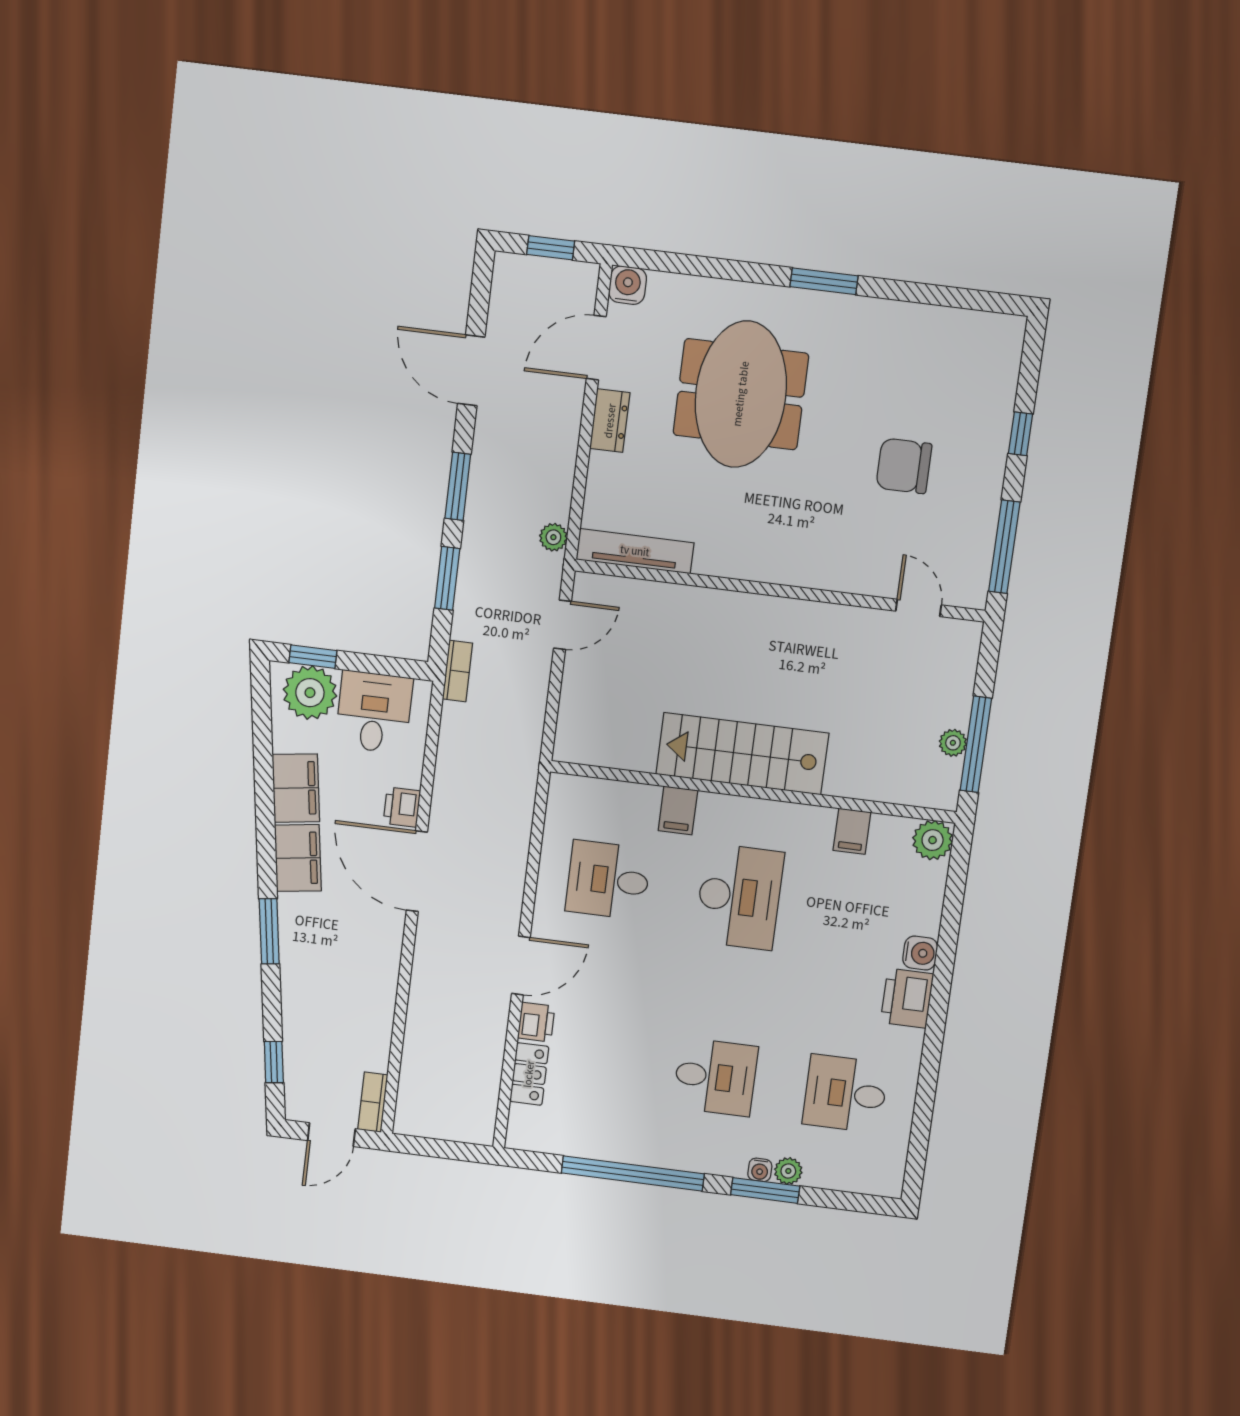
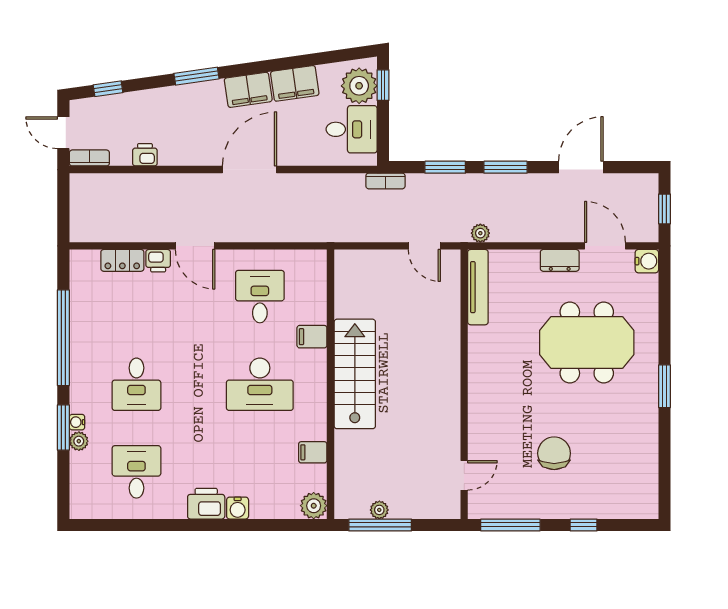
printer: (402, 807) -> (145, 155), moved

